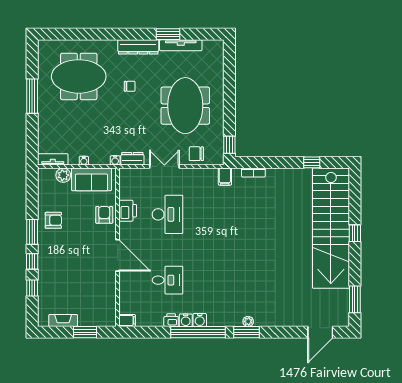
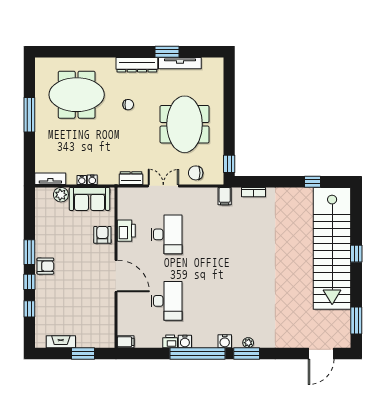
water cooler: (115, 160) -> (92, 180), moved
armchair: (53, 220) -> (45, 266), moved
desk: (168, 280) -> (167, 301), width x1.37
water cooler: (200, 320) -> (225, 341), moved

